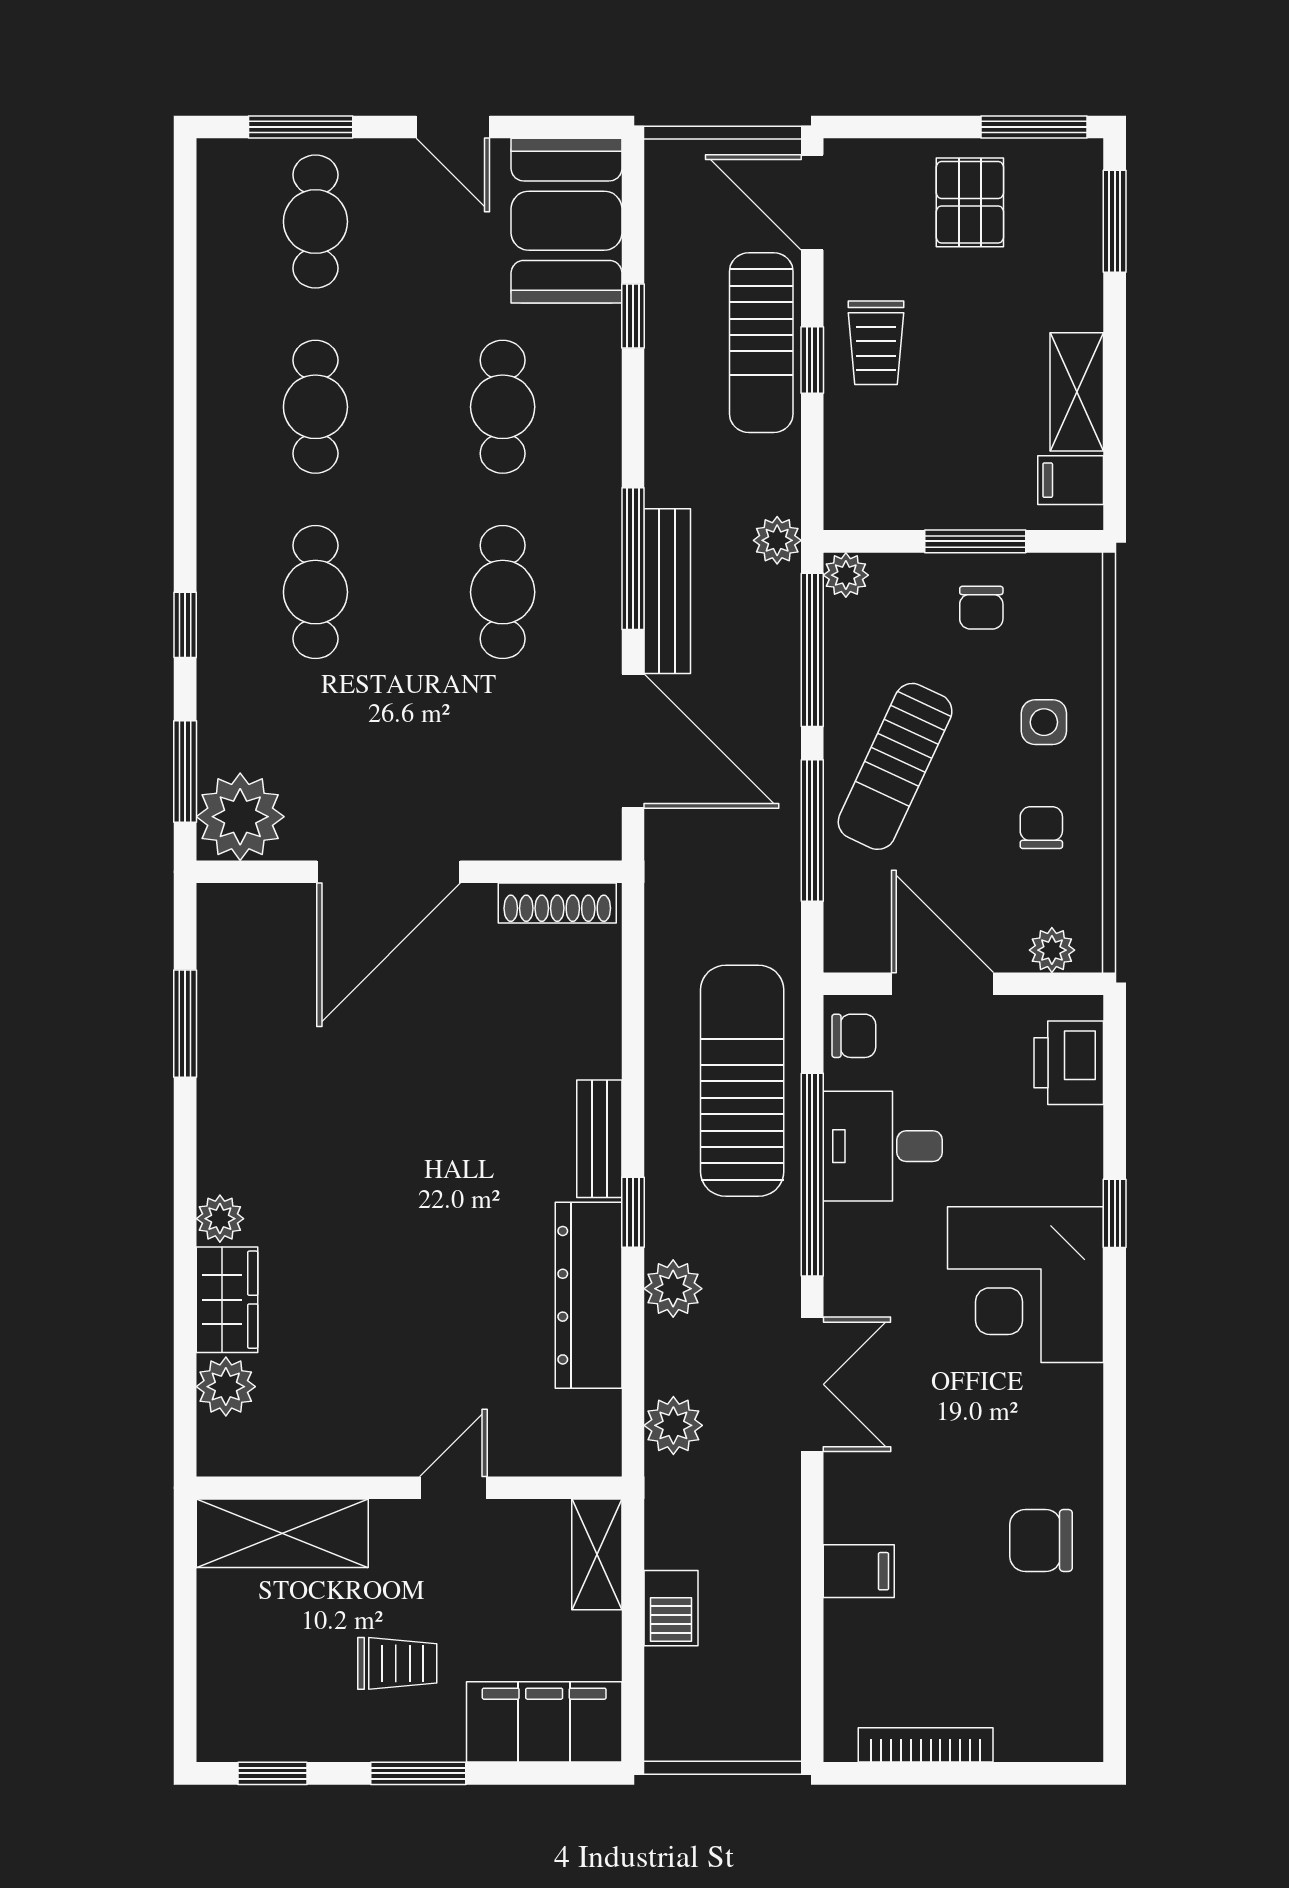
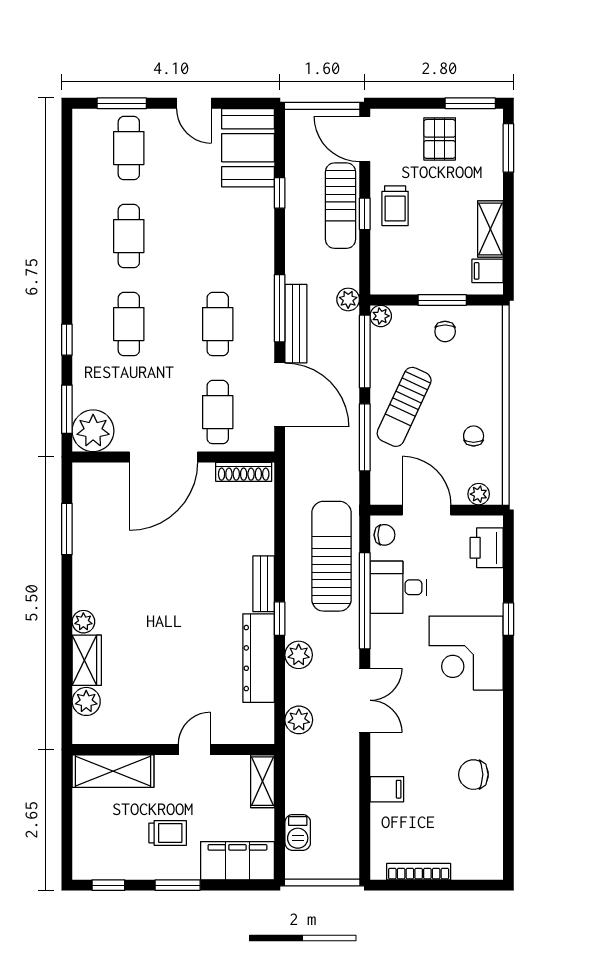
cafe table: (503, 407) -> (218, 412), moved
side table: (1044, 722) -> (475, 386), removed
barbecue: (671, 1608) -> (298, 832), moved

